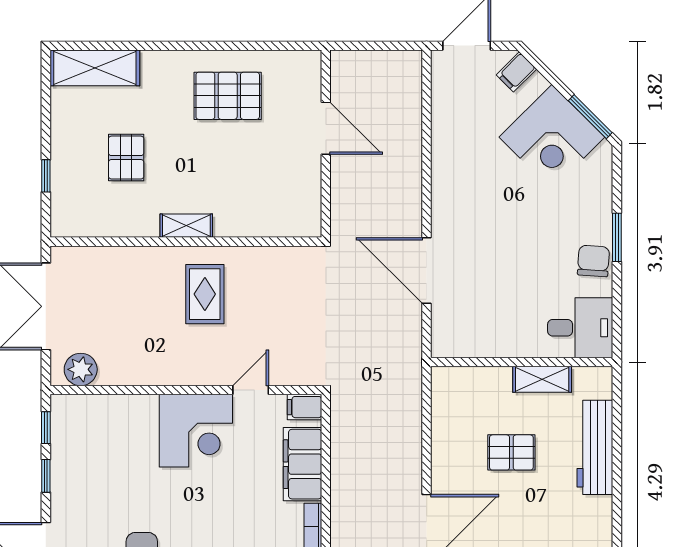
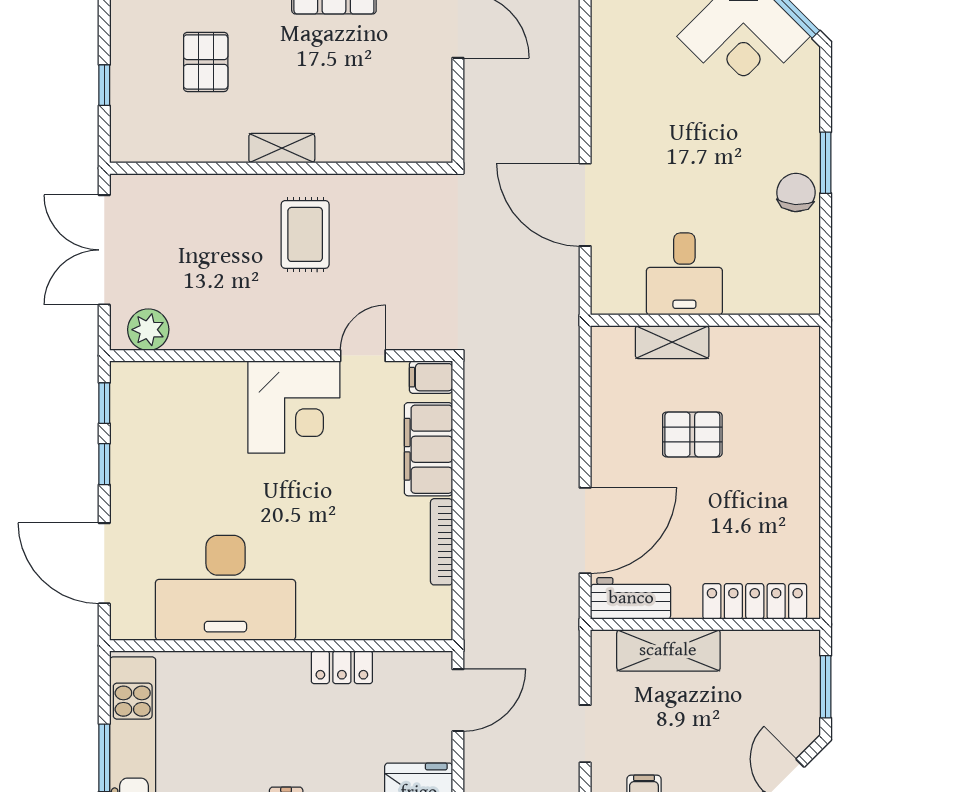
desk: (580, 328) -> (684, 274), moved, turned 90
shelving: (542, 379) -> (672, 342), moved
workbench: (595, 447) -> (798, 428), removed

